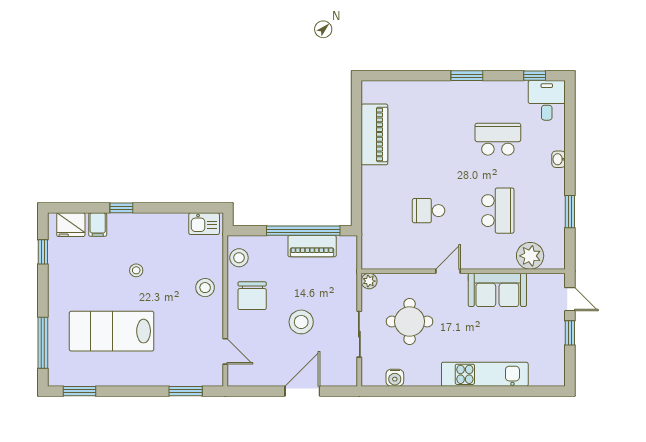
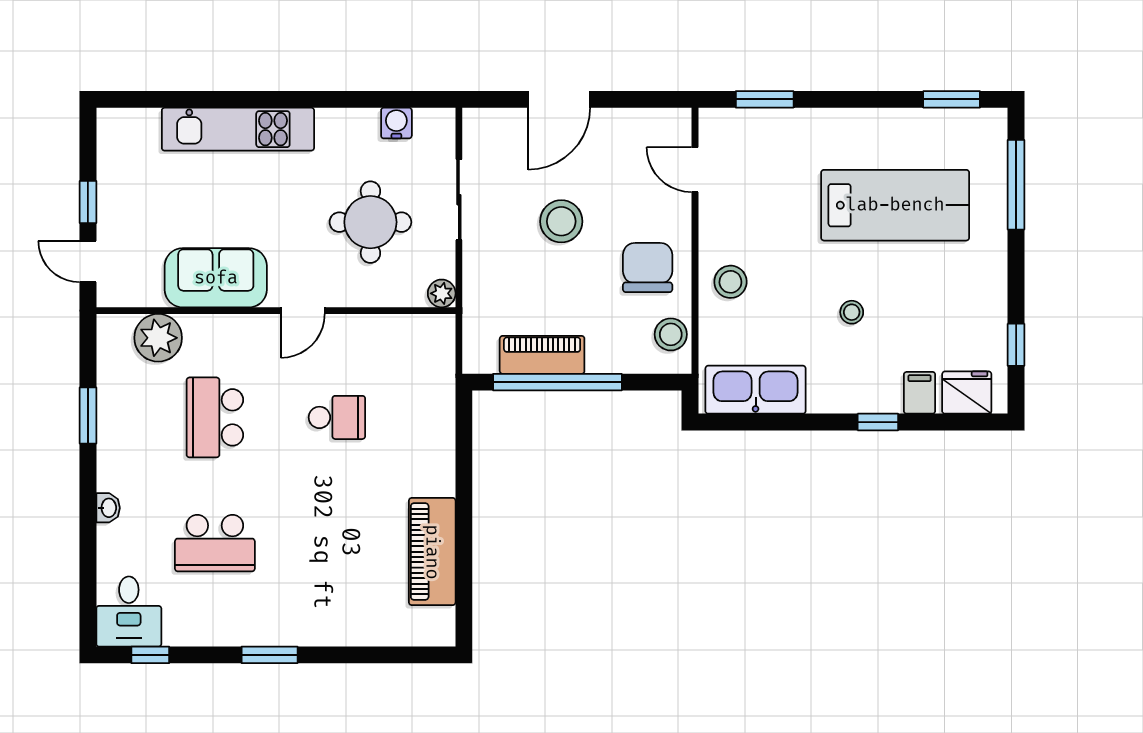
kitchen sink: (204, 224) -> (756, 390), width x1.88, depth x1.24

